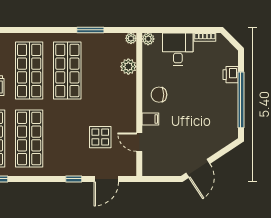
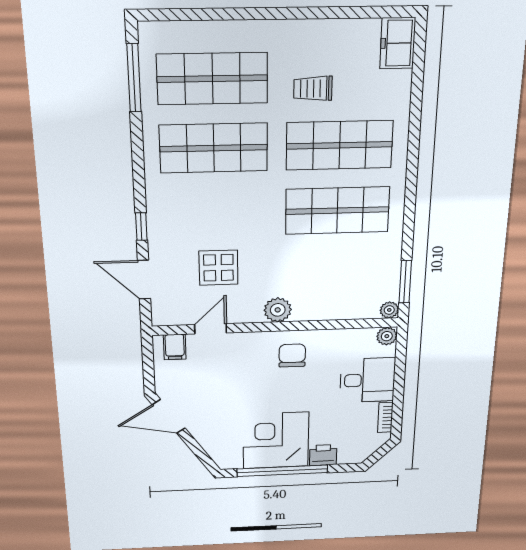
window: (90, 30) -> (405, 282), moved
plant: (128, 67) -> (278, 310), moved
corner desk: (218, 104) -> (276, 440), added
filing cabinet: (150, 119) -> (175, 347), moved

